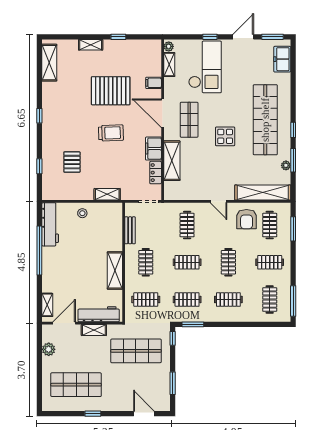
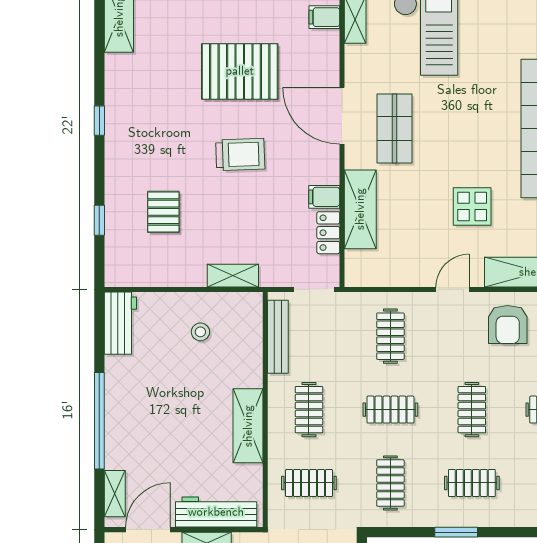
filing cabinet: (154, 83) -> (324, 17), moved
display table: (225, 136) -> (472, 206), moved
filing cabinet: (153, 149) -> (324, 197), width x0.50
door: (219, 201) -> (452, 289), swing flipped
stool: (82, 213) -> (200, 332), moved
workbench: (50, 224) -> (120, 323), width x0.73
bench: (130, 230) -> (278, 337), width x1.36
window: (39, 251) -> (99, 421), moved
clothes rail: (187, 300) -> (390, 483), turned 90
window: (193, 324) -> (456, 532), moved

